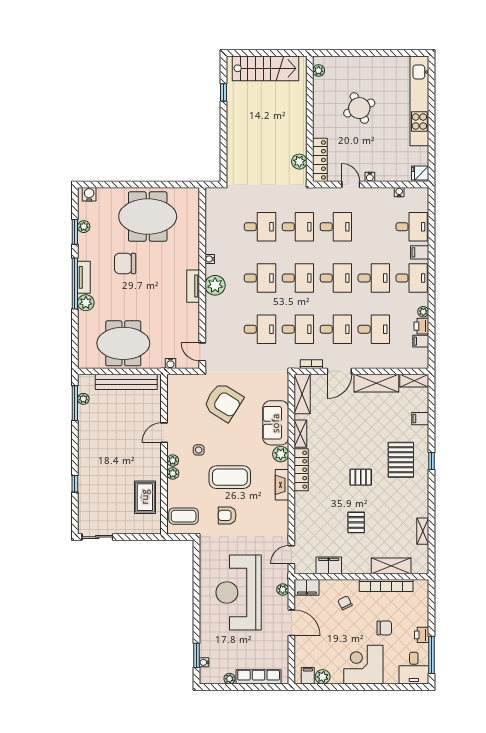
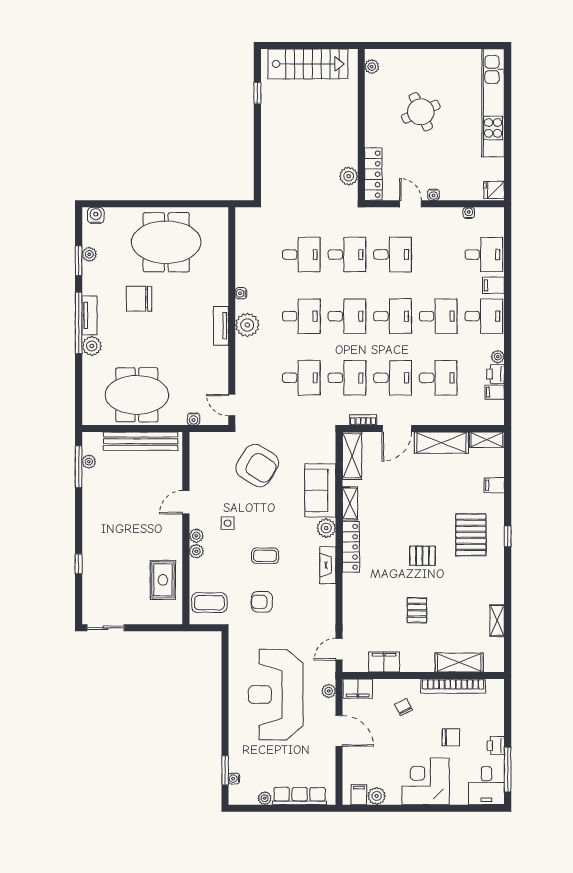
coffee table: (230, 477) -> (265, 556), width x0.54, depth x0.58

